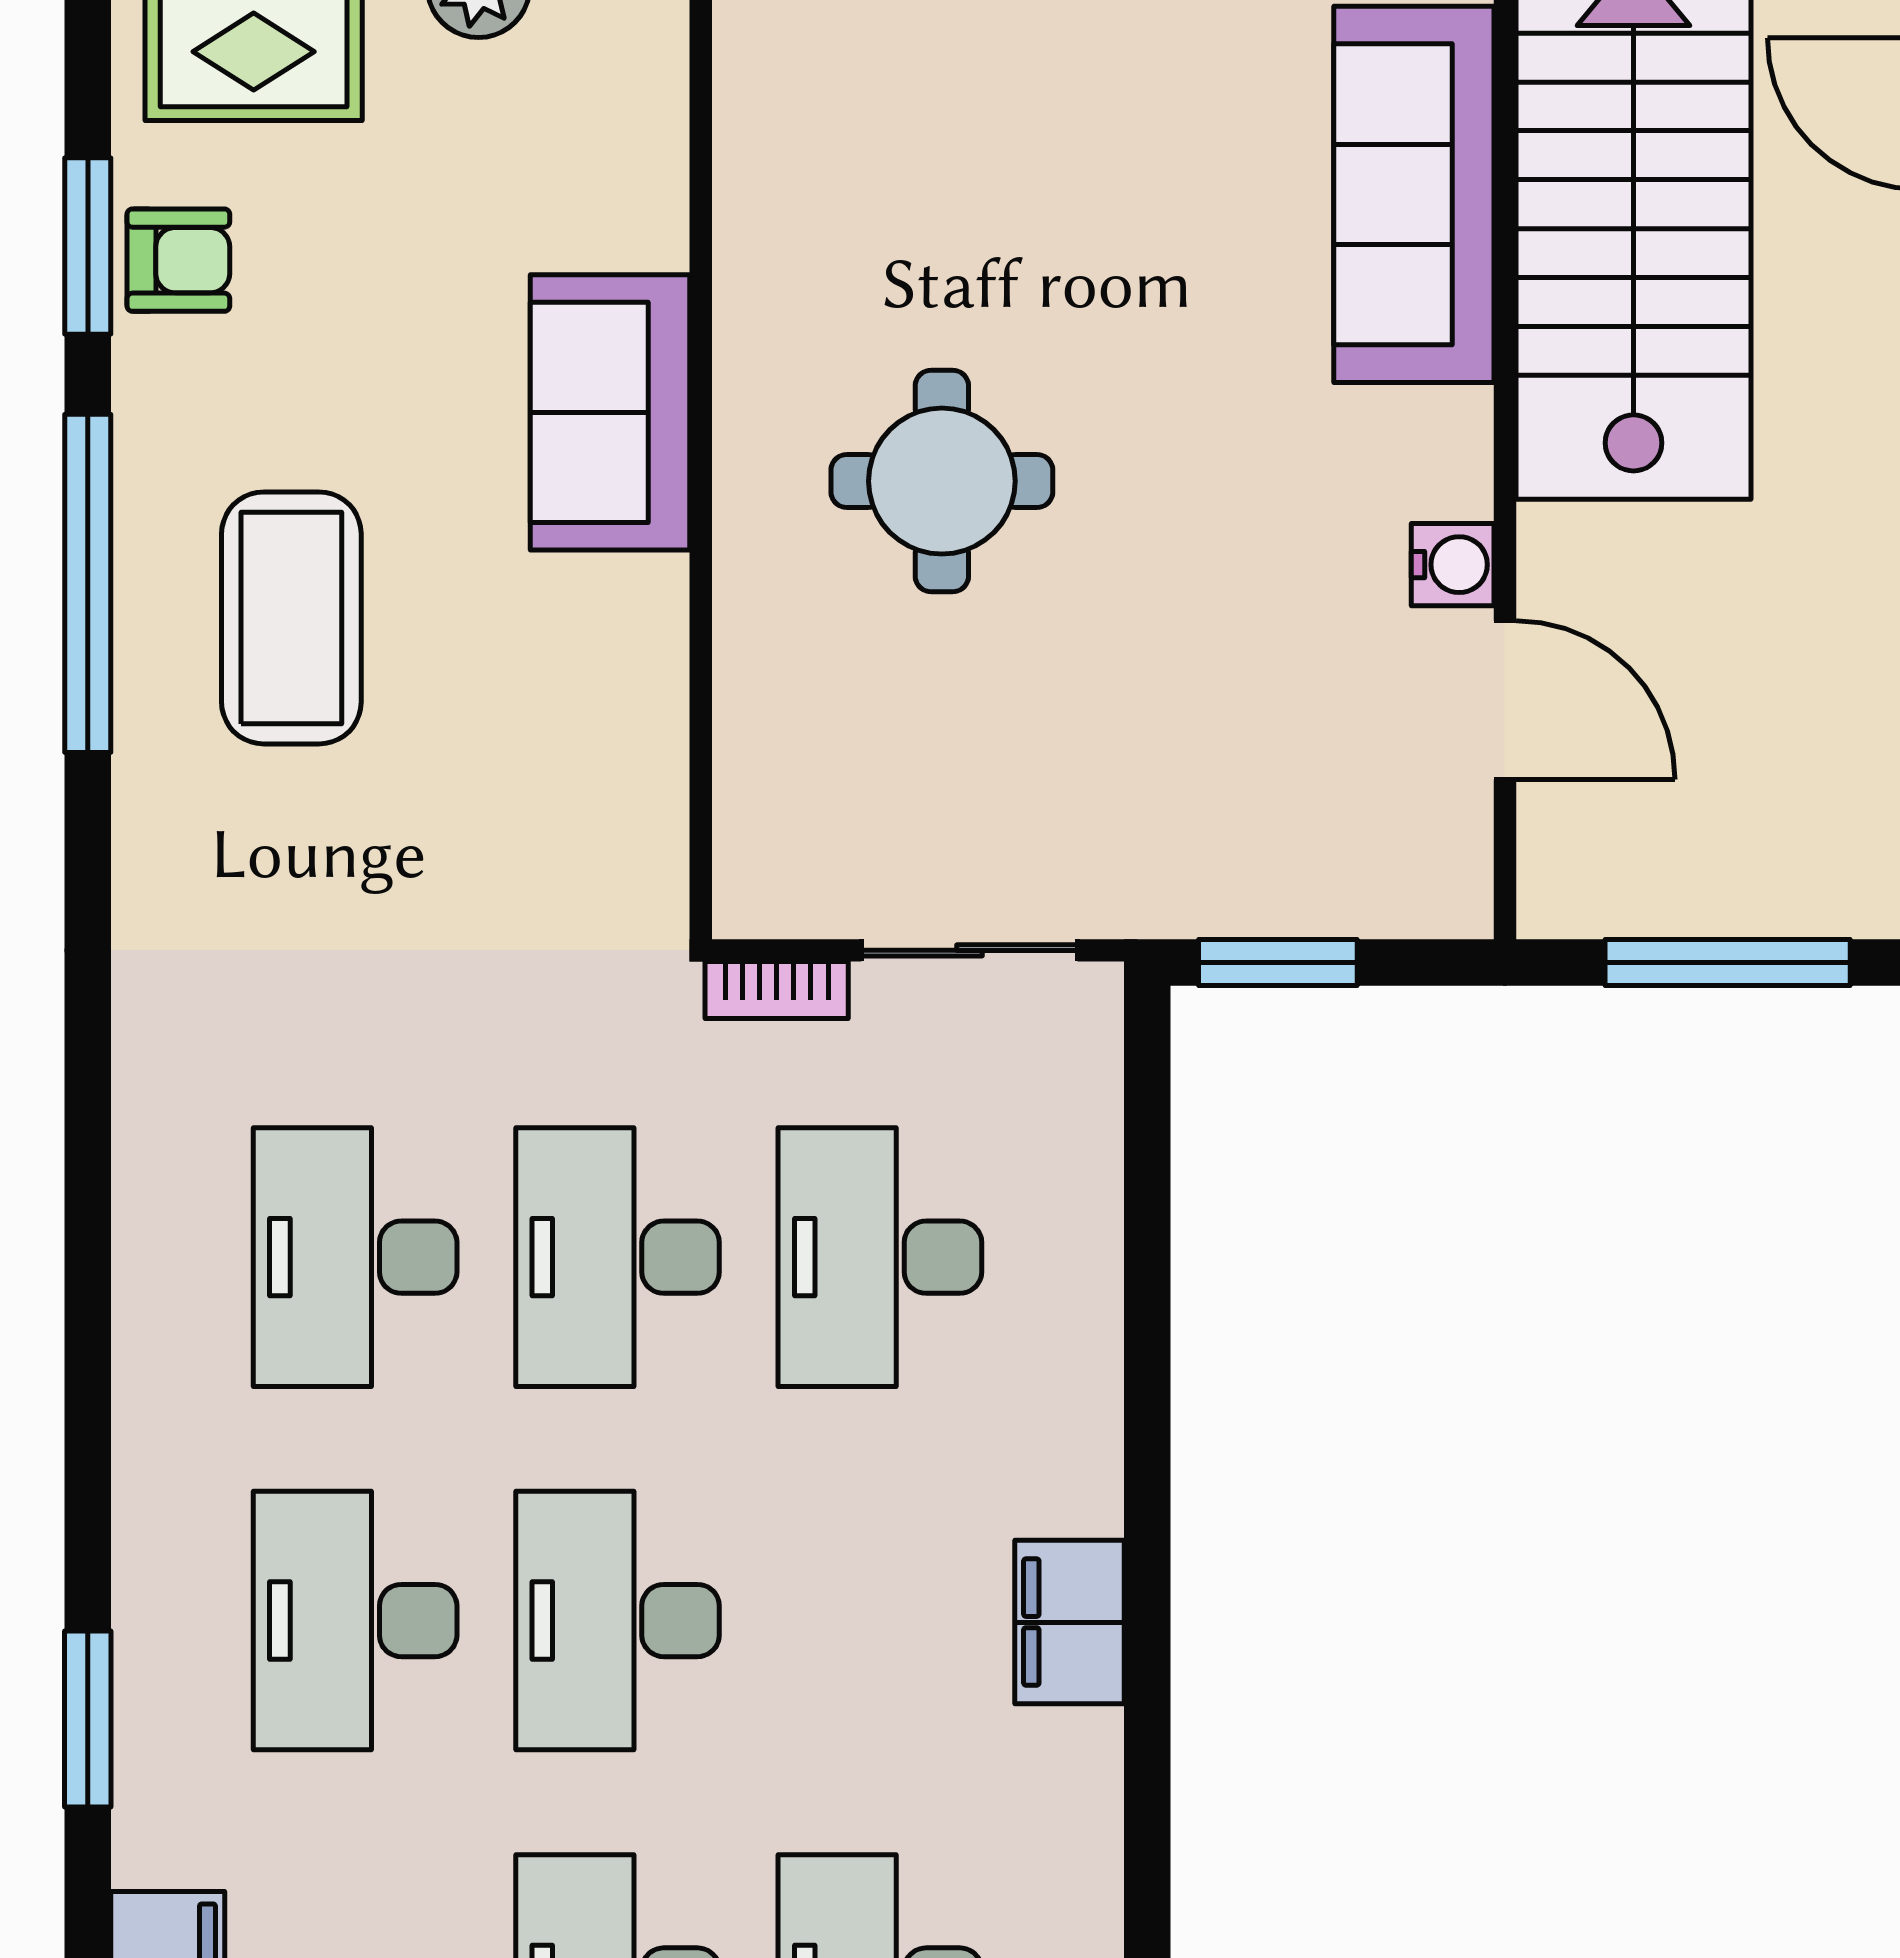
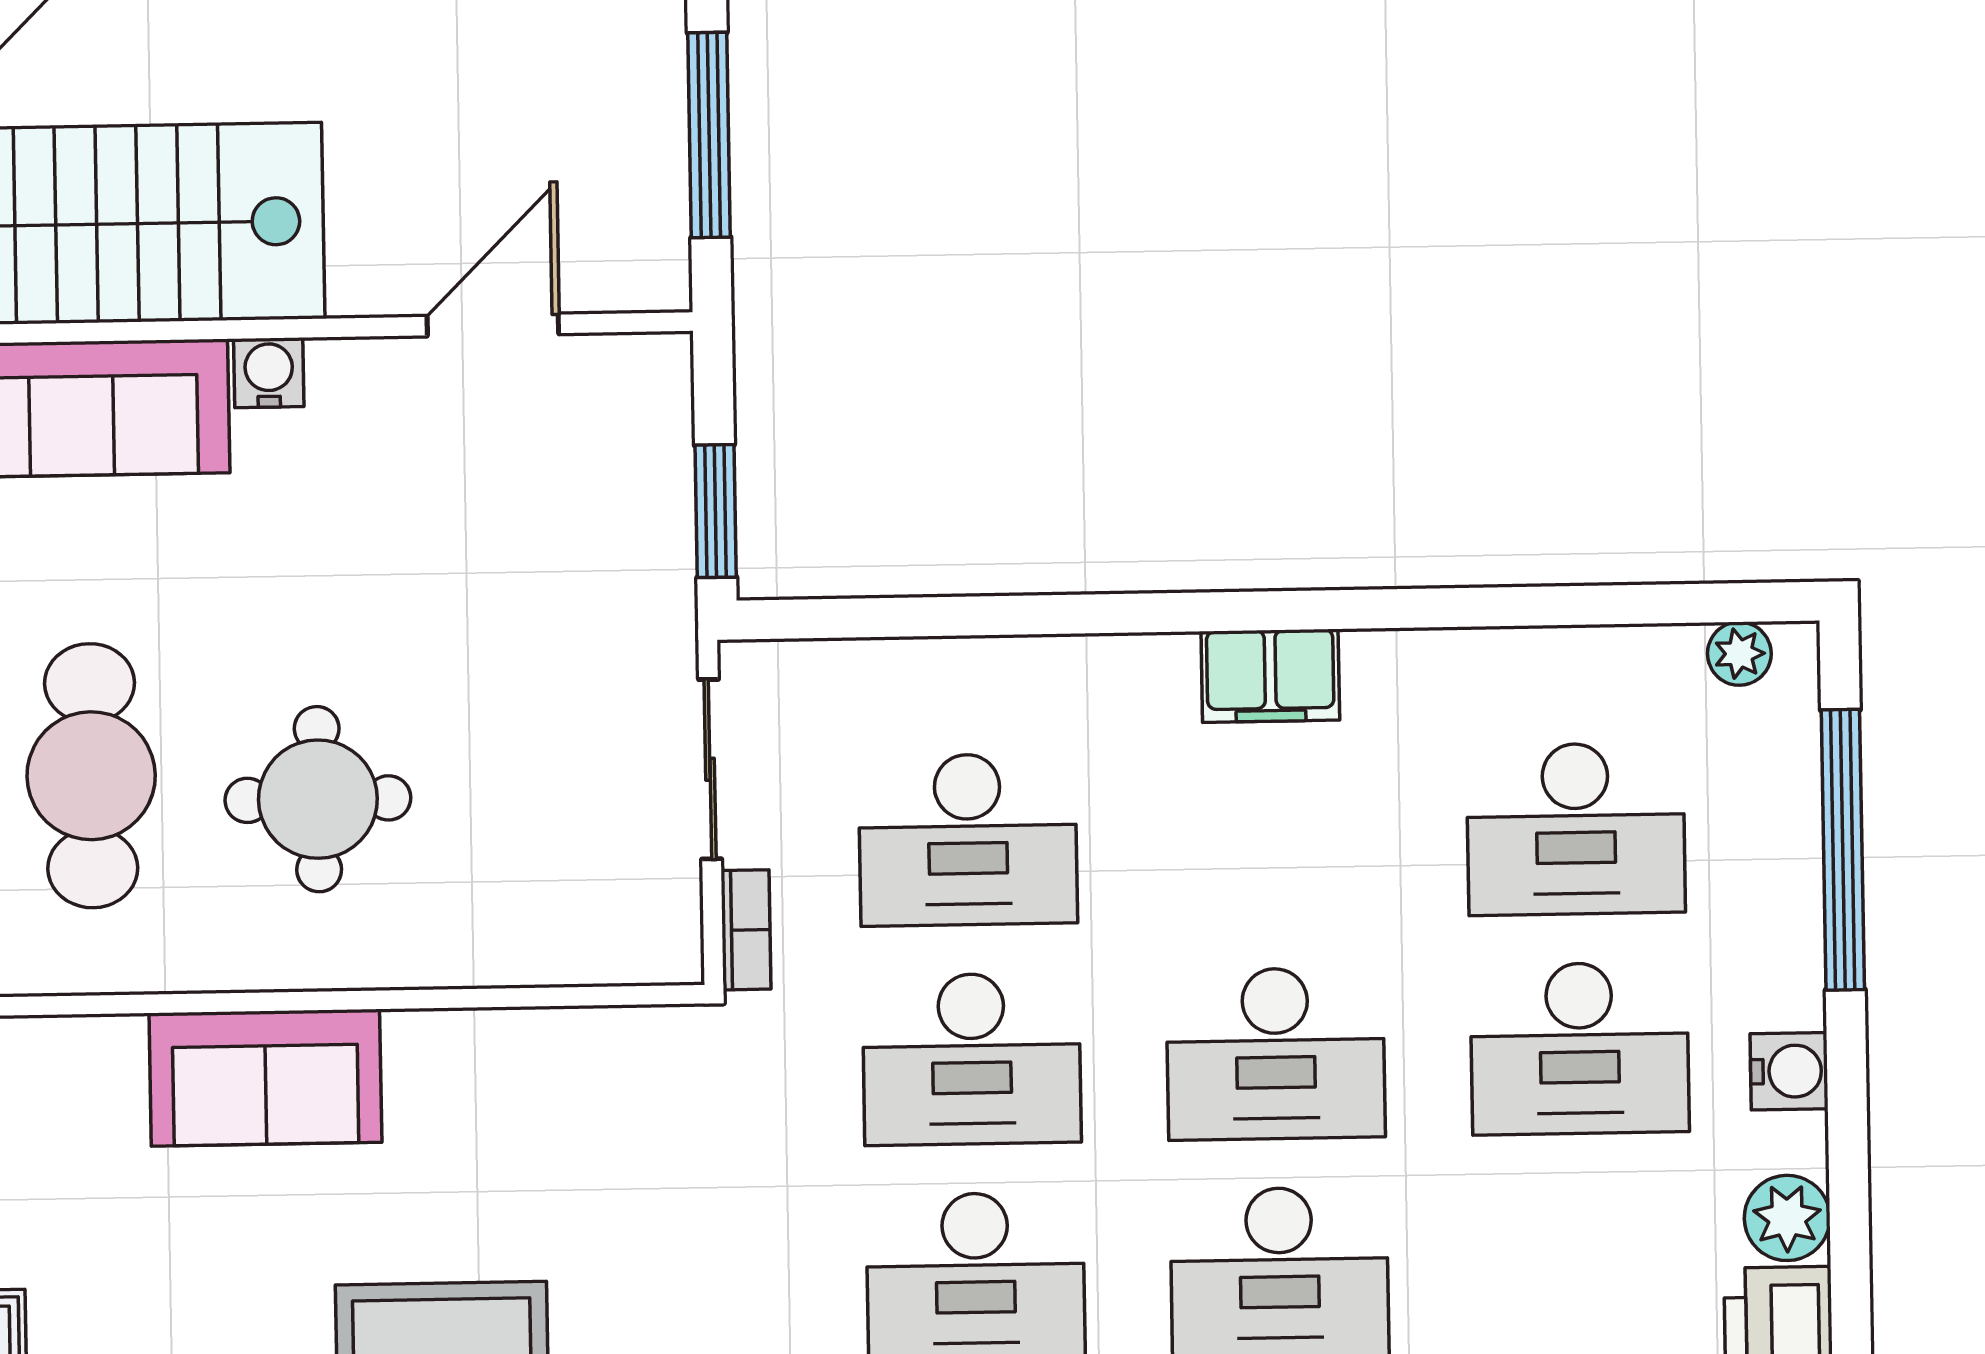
cafe table: (975, 210) -> (91, 776), added
water cooler: (1453, 565) -> (269, 373), moved

